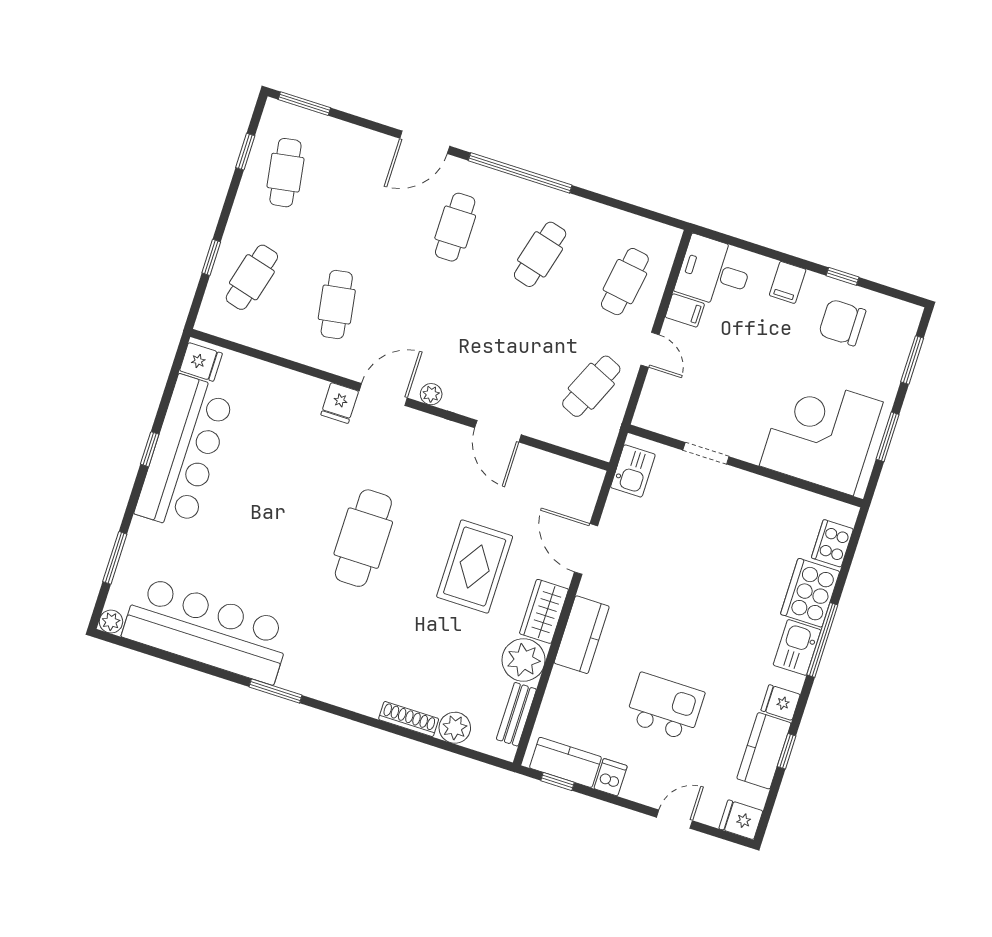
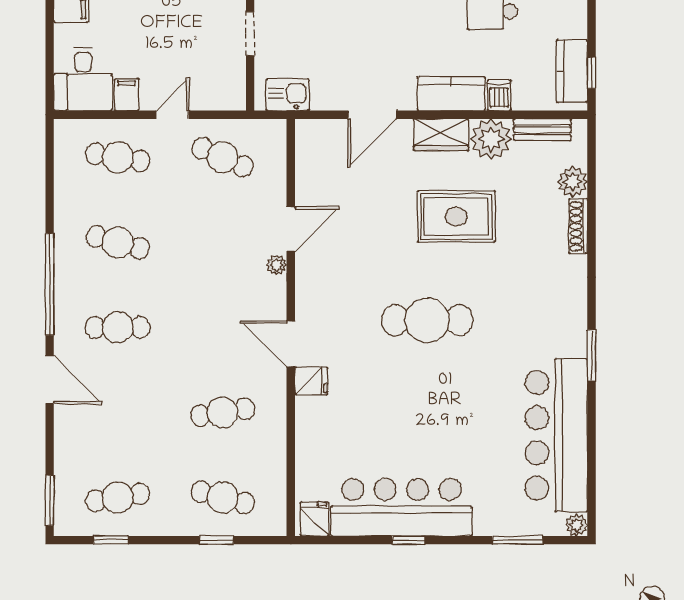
plant: (431, 394) -> (277, 265), moved
rug: (475, 567) -> (456, 217), moved
dishwasher: (611, 777) -> (499, 95), moved, turned 90

